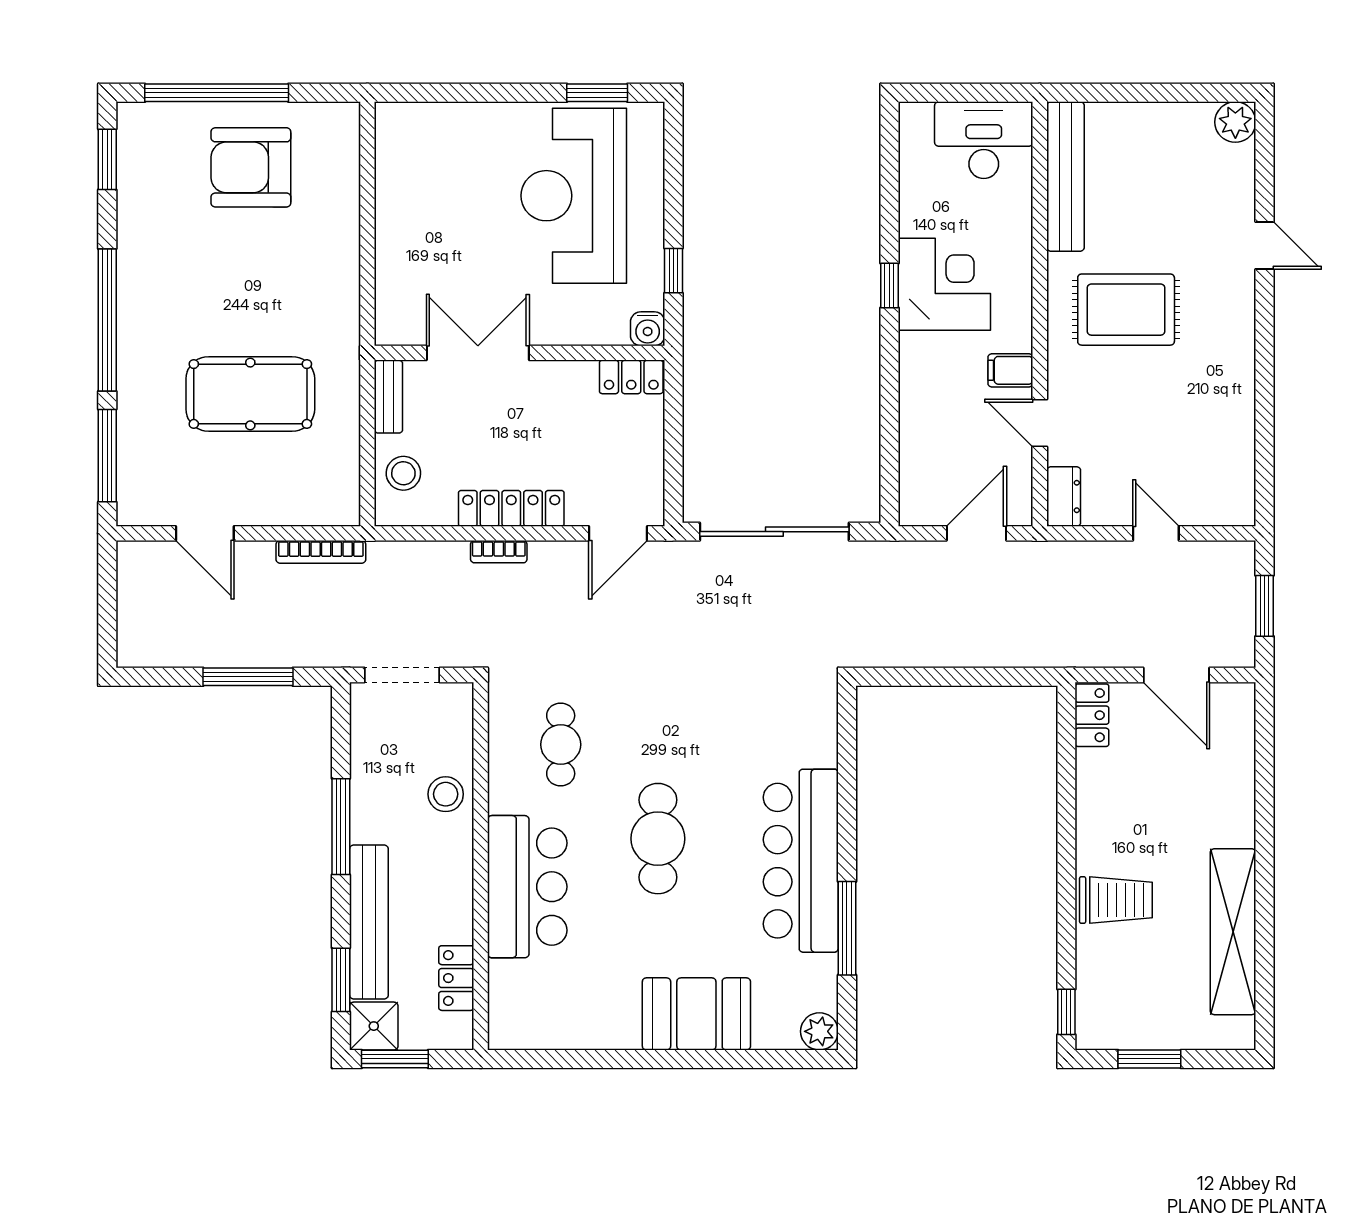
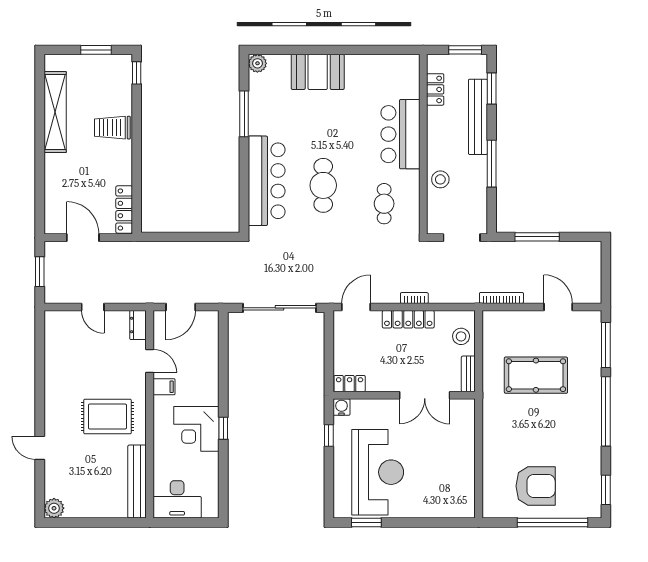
locker: (1092, 715) -> (124, 209), width x1.53
cafe table: (658, 839) -> (323, 185), moved
bar counter: (801, 861) -> (267, 181), moved
shower: (374, 1026) -> (476, 66), removed

